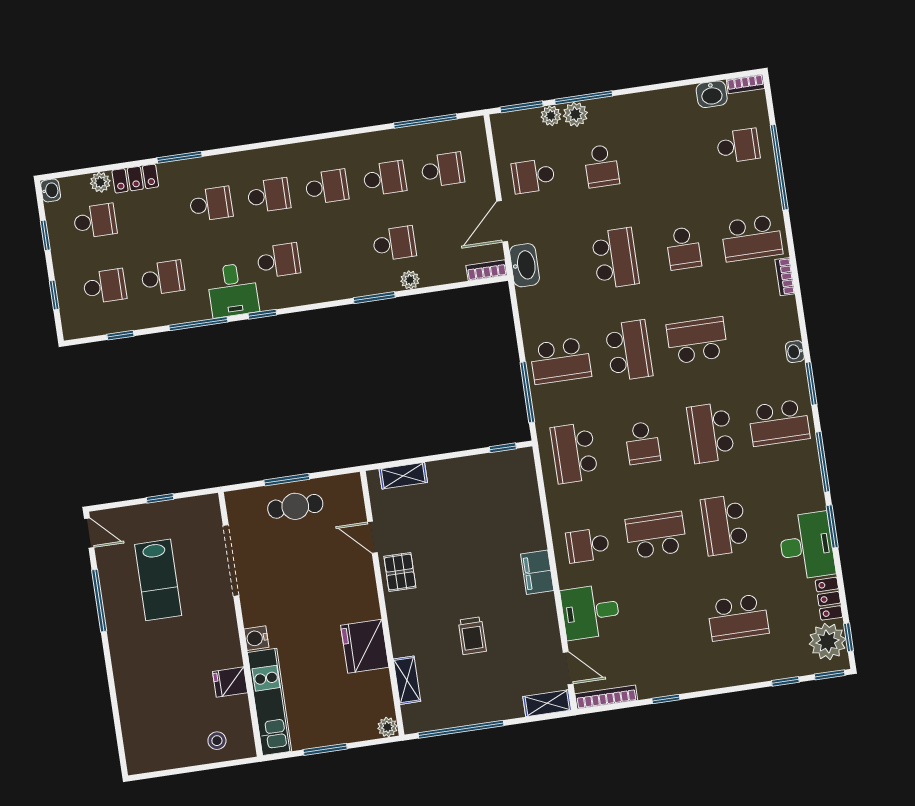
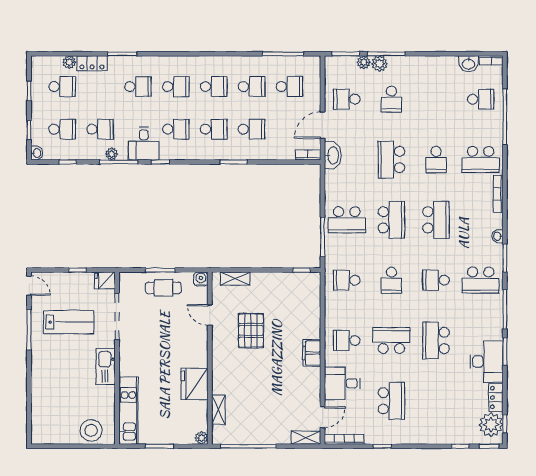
washbasin: (51, 190) -> (37, 153), moved
school desk: (336, 252) -> (214, 129), added
school desk: (615, 258) -> (391, 160), turned 180
bookcase: (785, 277) -> (498, 194), width x1.56
plant: (410, 280) -> (111, 154), moved
school desk: (697, 340) -> (436, 220), turned 90
school desk: (711, 433) -> (436, 280), width x0.54
school desk: (574, 453) -> (347, 280), width x0.54
pallet: (400, 572) -> (251, 330), moved, width x1.50, depth x1.42
lab bench: (158, 580) -> (69, 322), turned -90
school desk: (738, 617) -> (391, 401), moved, turned -90
trolley: (472, 636) -> (264, 387), removed
water cooler: (256, 638) -> (201, 279), moved, turned 90
kitchen sink: (225, 639) -> (106, 366), added
door: (568, 668) -> (323, 417), hinge flipped
fridge: (230, 682) -> (105, 280), moved
stool: (217, 741) -> (91, 430), width x1.89, depth x1.89

